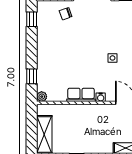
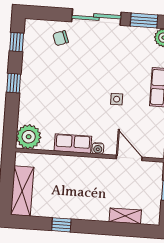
window: (32, 76) -> (14, 83), moved
plant: (42, 97) -> (29, 137), width x1.88, depth x1.88

